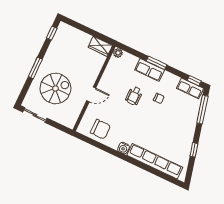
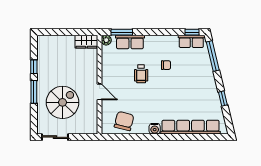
window: (52, 33) -> (34, 67), moved
window: (156, 63) -> (122, 32), moved
row of seats: (150, 70) -> (130, 42), moved
door: (91, 94) -> (99, 92), hinge flipped
chair: (100, 129) -> (124, 121), turned -76

